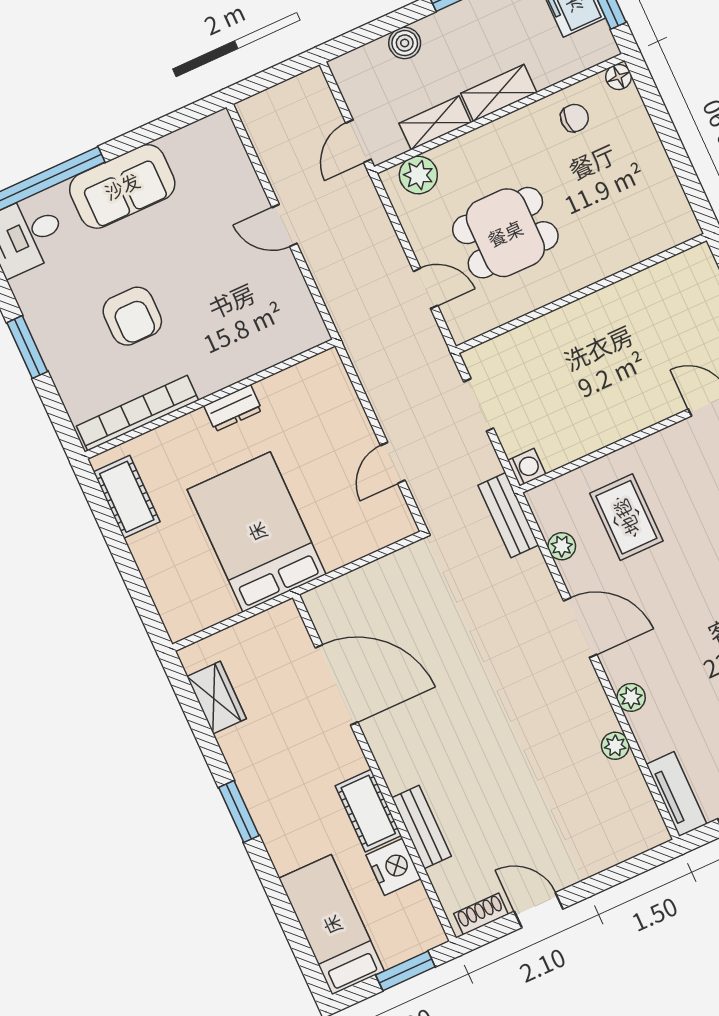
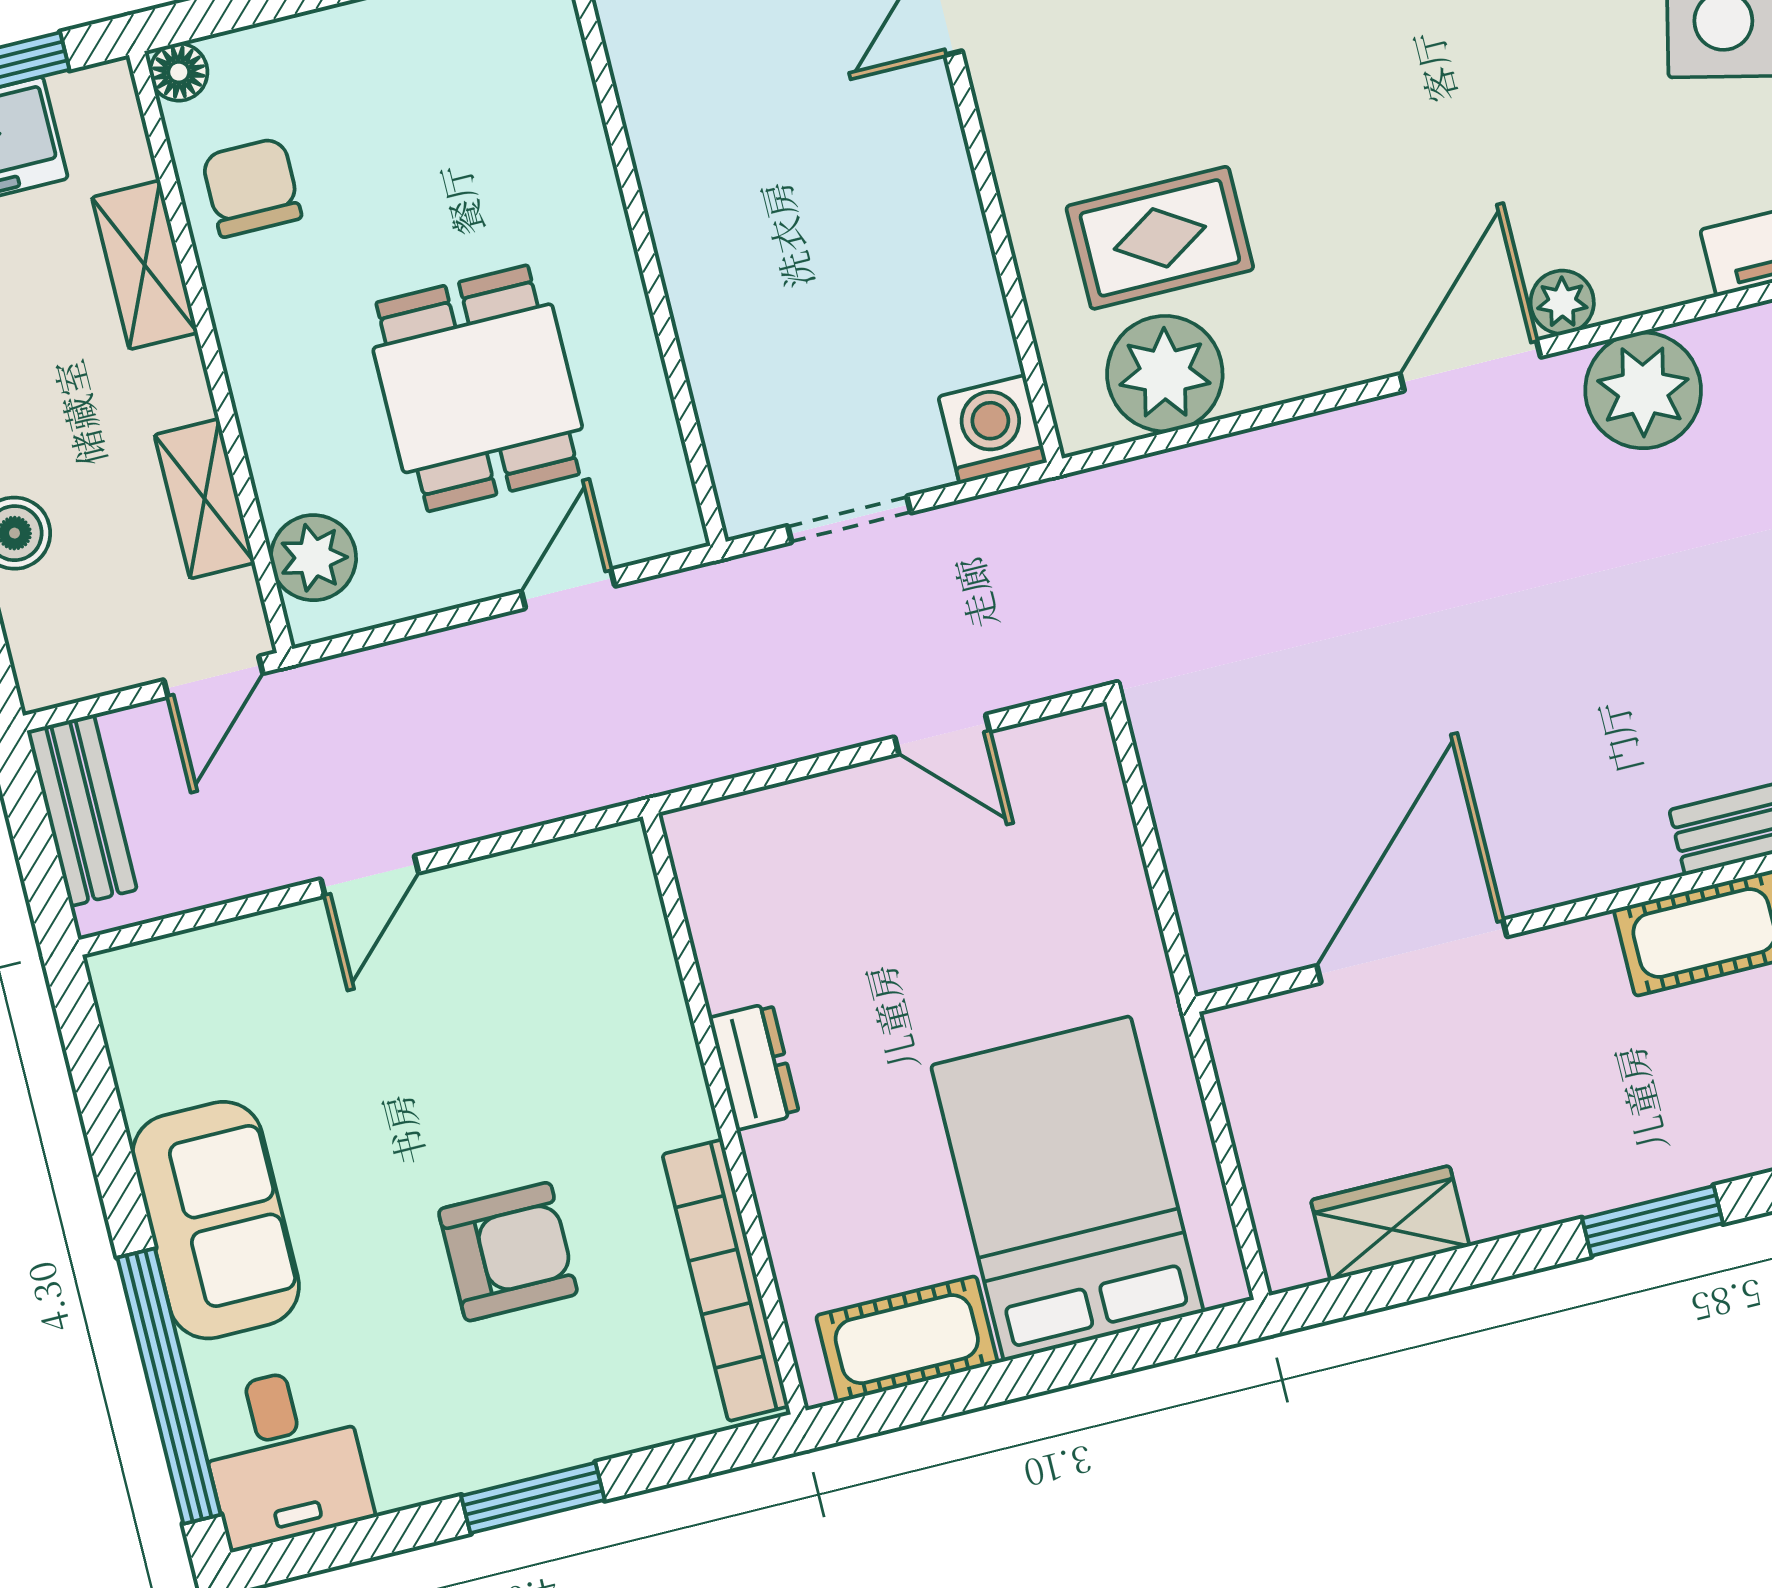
shelving: (499, 93) -> (145, 265), moved
chair: (574, 118) -> (252, 187), width x1.37, depth x1.37
door: (358, 141) -> (213, 677), hinge flipped
washing machine: (527, 467) -> (993, 429), width x1.38, depth x1.38
bench: (508, 515) -> (82, 810), moved, turned 90
bed: (257, 532) -> (1067, 1189), moved, turned 90
plant: (562, 546) -> (1165, 374), width x1.88, depth x1.88
door: (580, 628) -> (1470, 366), moved
plant: (615, 746) -> (1643, 390), width x1.88, depth x1.88

